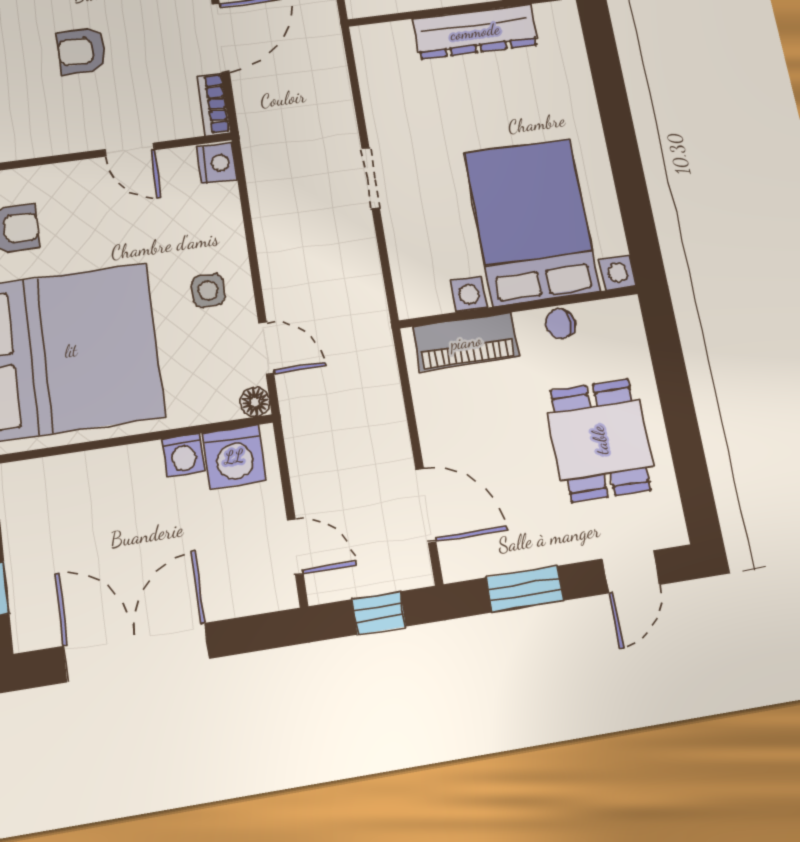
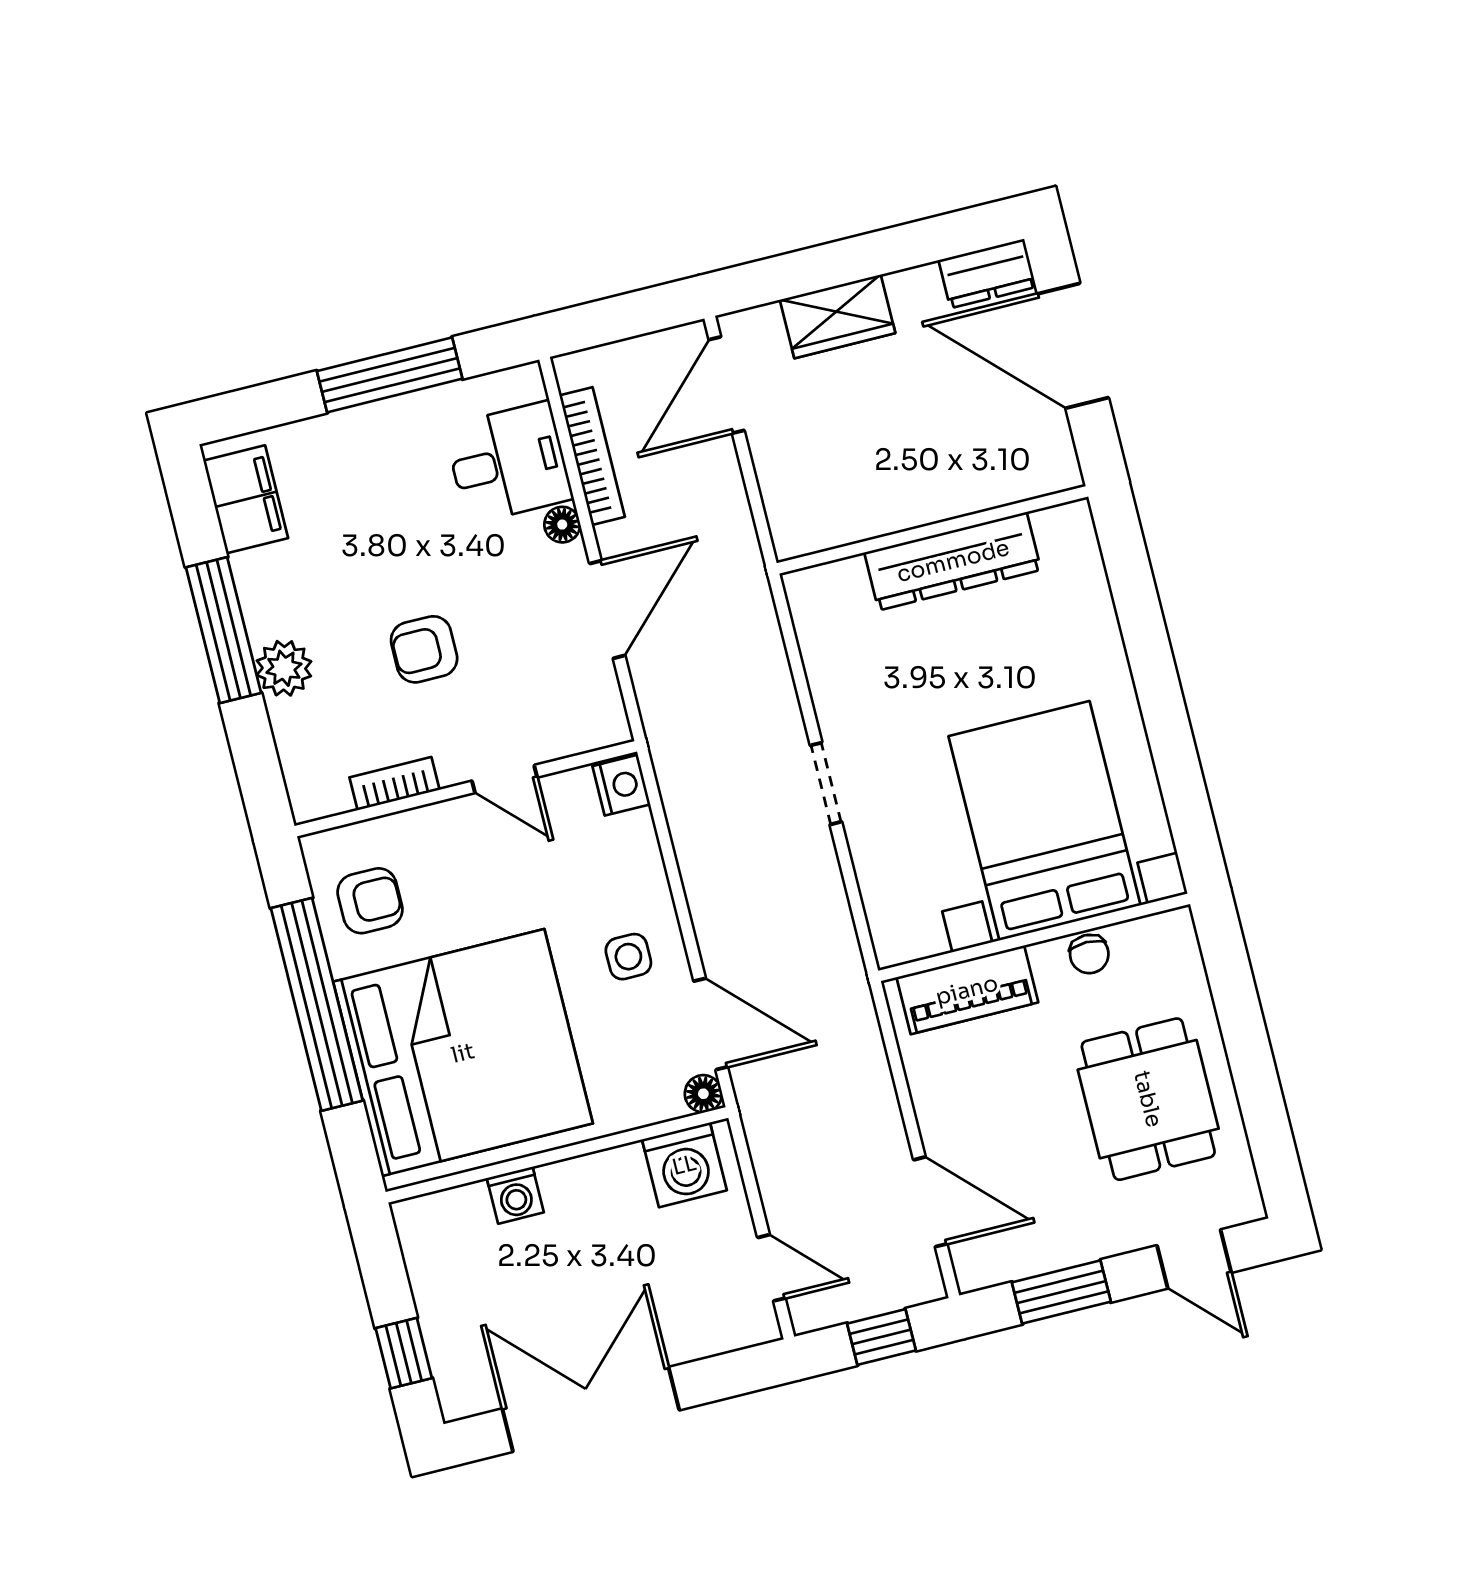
bookcase: (214, 104) -> (395, 784), moved, turned 90
chair: (560, 324) -> (1089, 954), turned -90
door: (266, 348) -> (711, 1024), width x1.38
washing machine: (183, 455) -> (515, 1195), moved
door: (631, 572) -> (1194, 1259), hinge flipped

